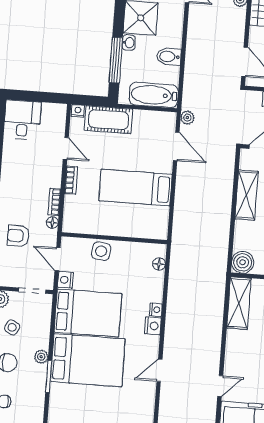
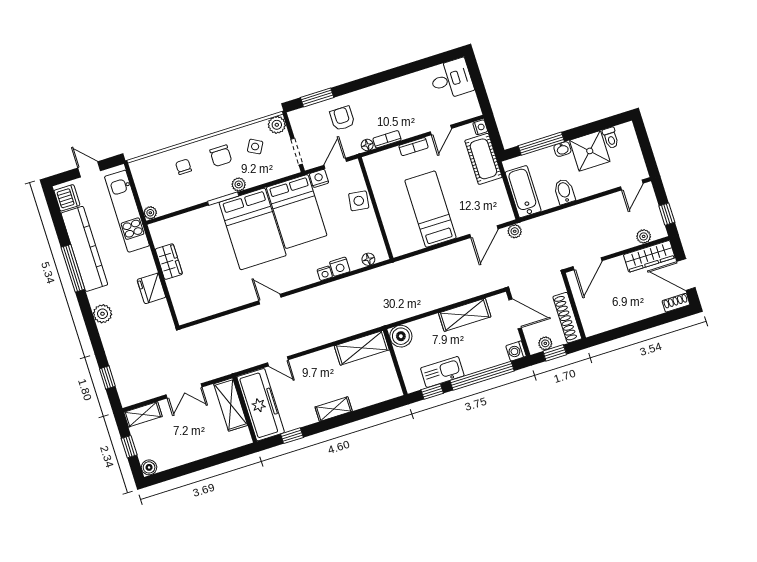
nightstand: (153, 326) -> (340, 267), moved

